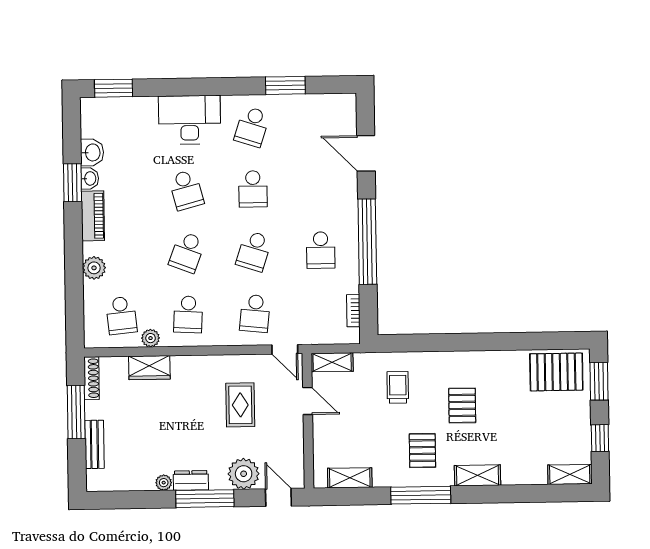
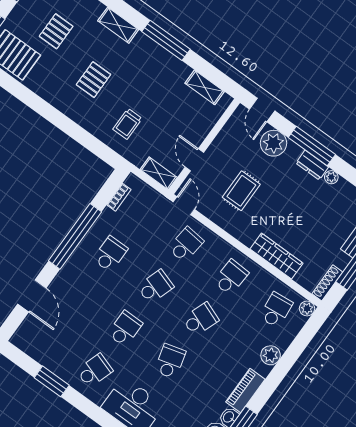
plant: (151, 338) -> (307, 309), moved
wardrobe: (149, 368) -> (276, 256), width x1.50
pallet: (422, 451) -> (56, 31), moved

